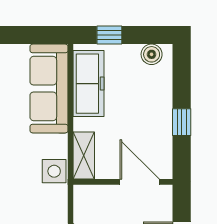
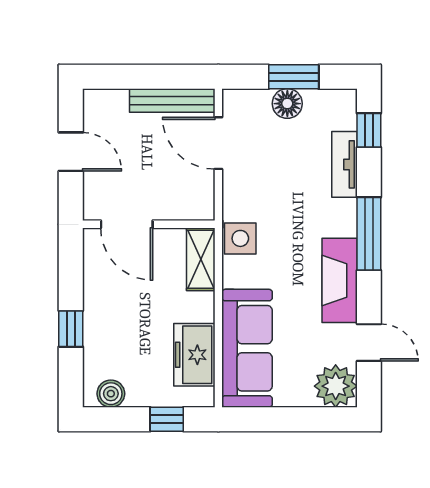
freezer: (89, 84) -> (194, 355), width x0.71
window: (182, 122) -> (71, 329), moved

